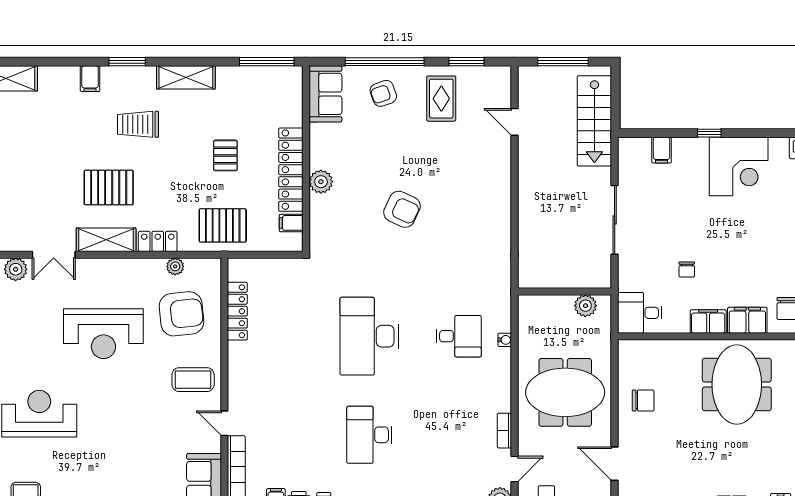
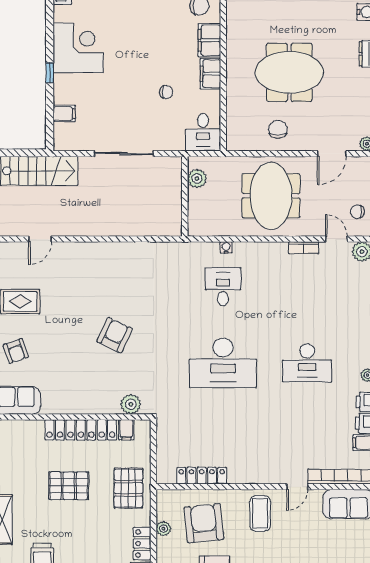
pallet: (225, 155) -> (69, 486), width x1.50, depth x1.42
plant: (321, 182) -> (131, 404), moved
meeting table: (737, 384) -> (289, 72), moved

